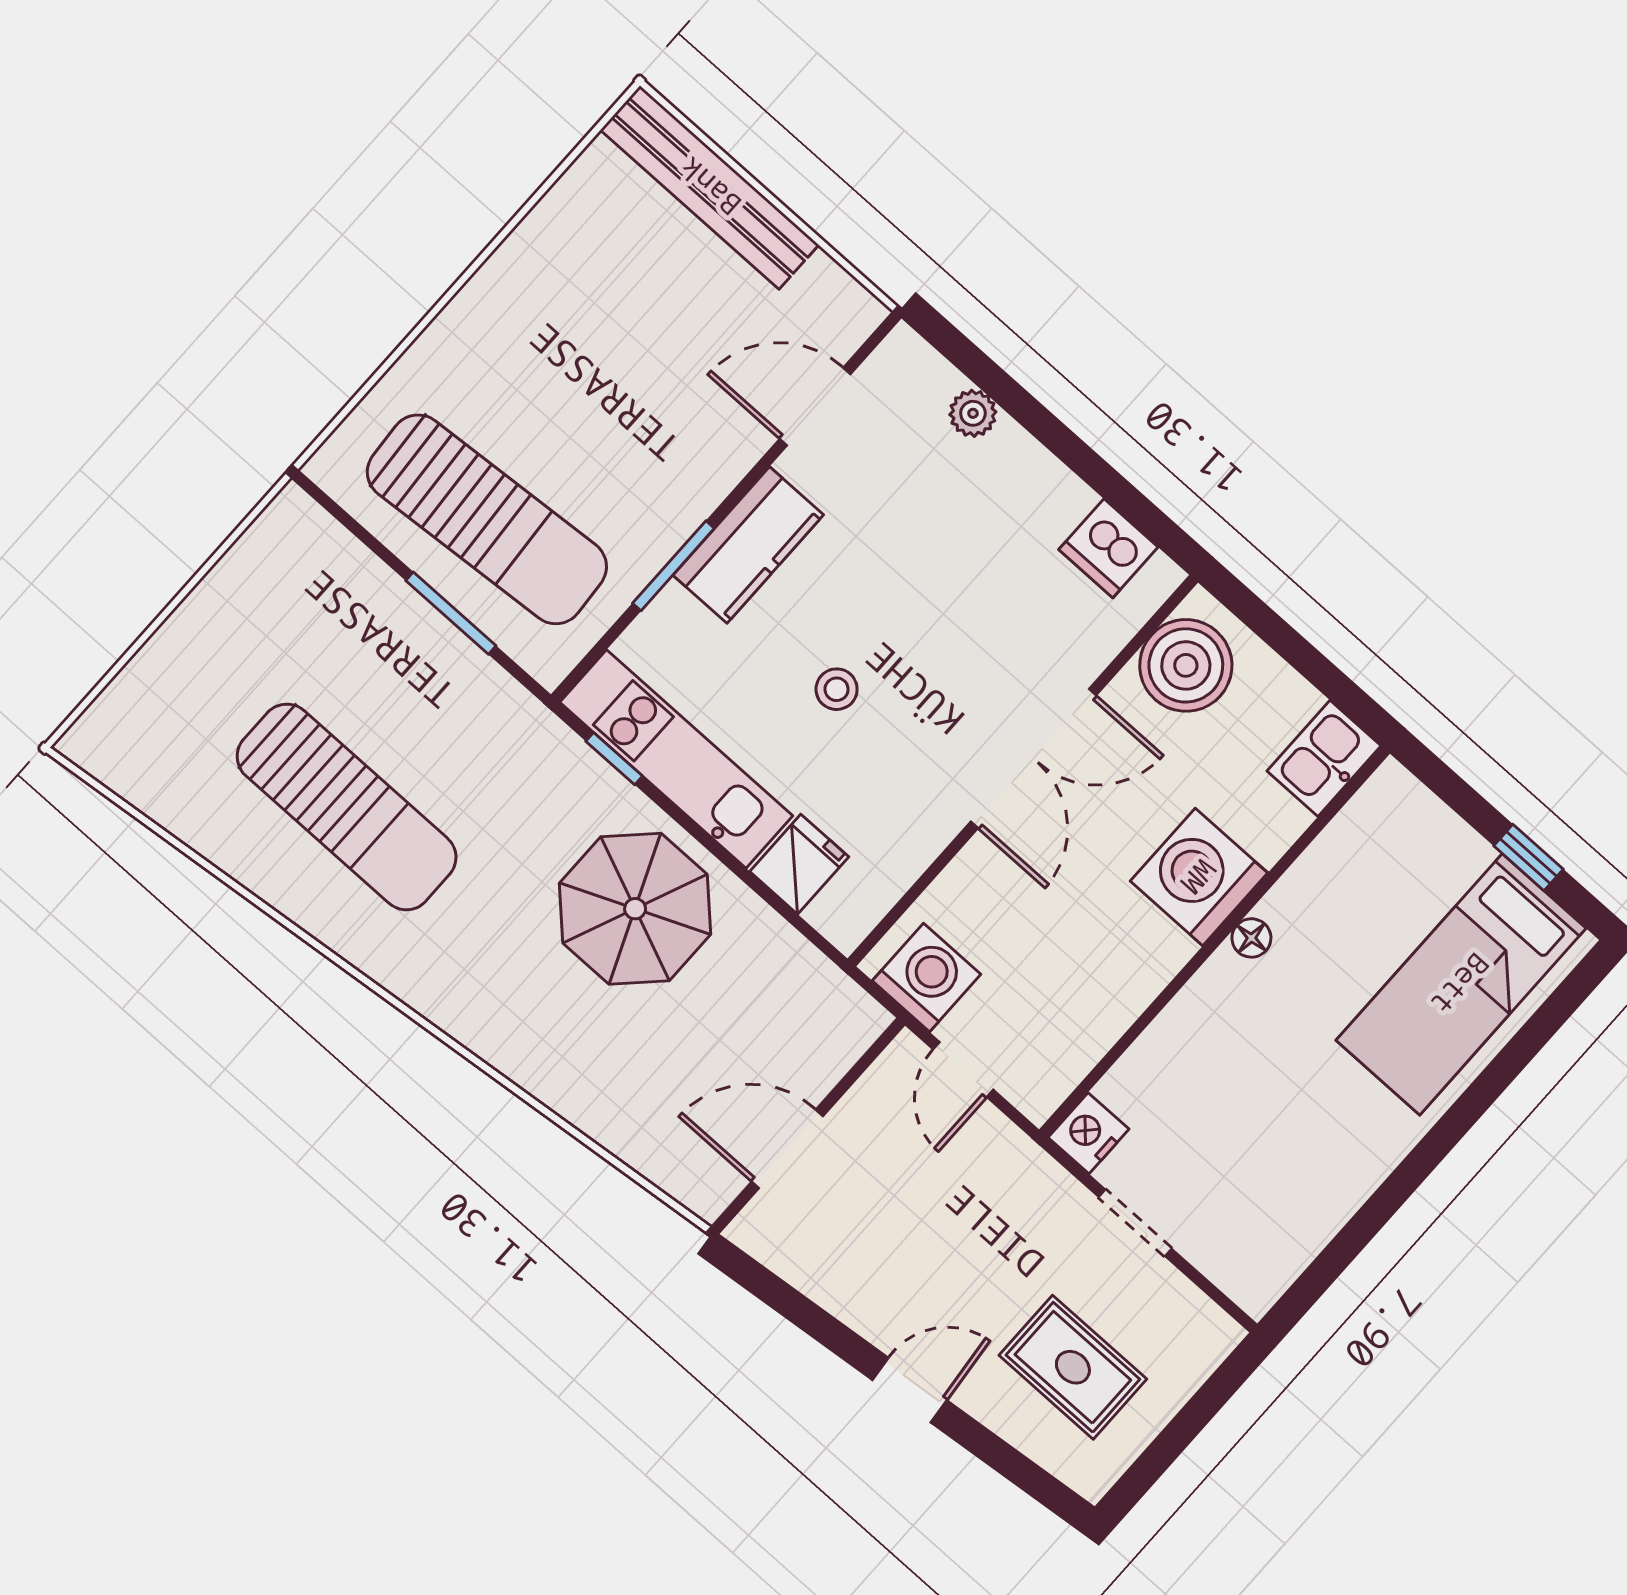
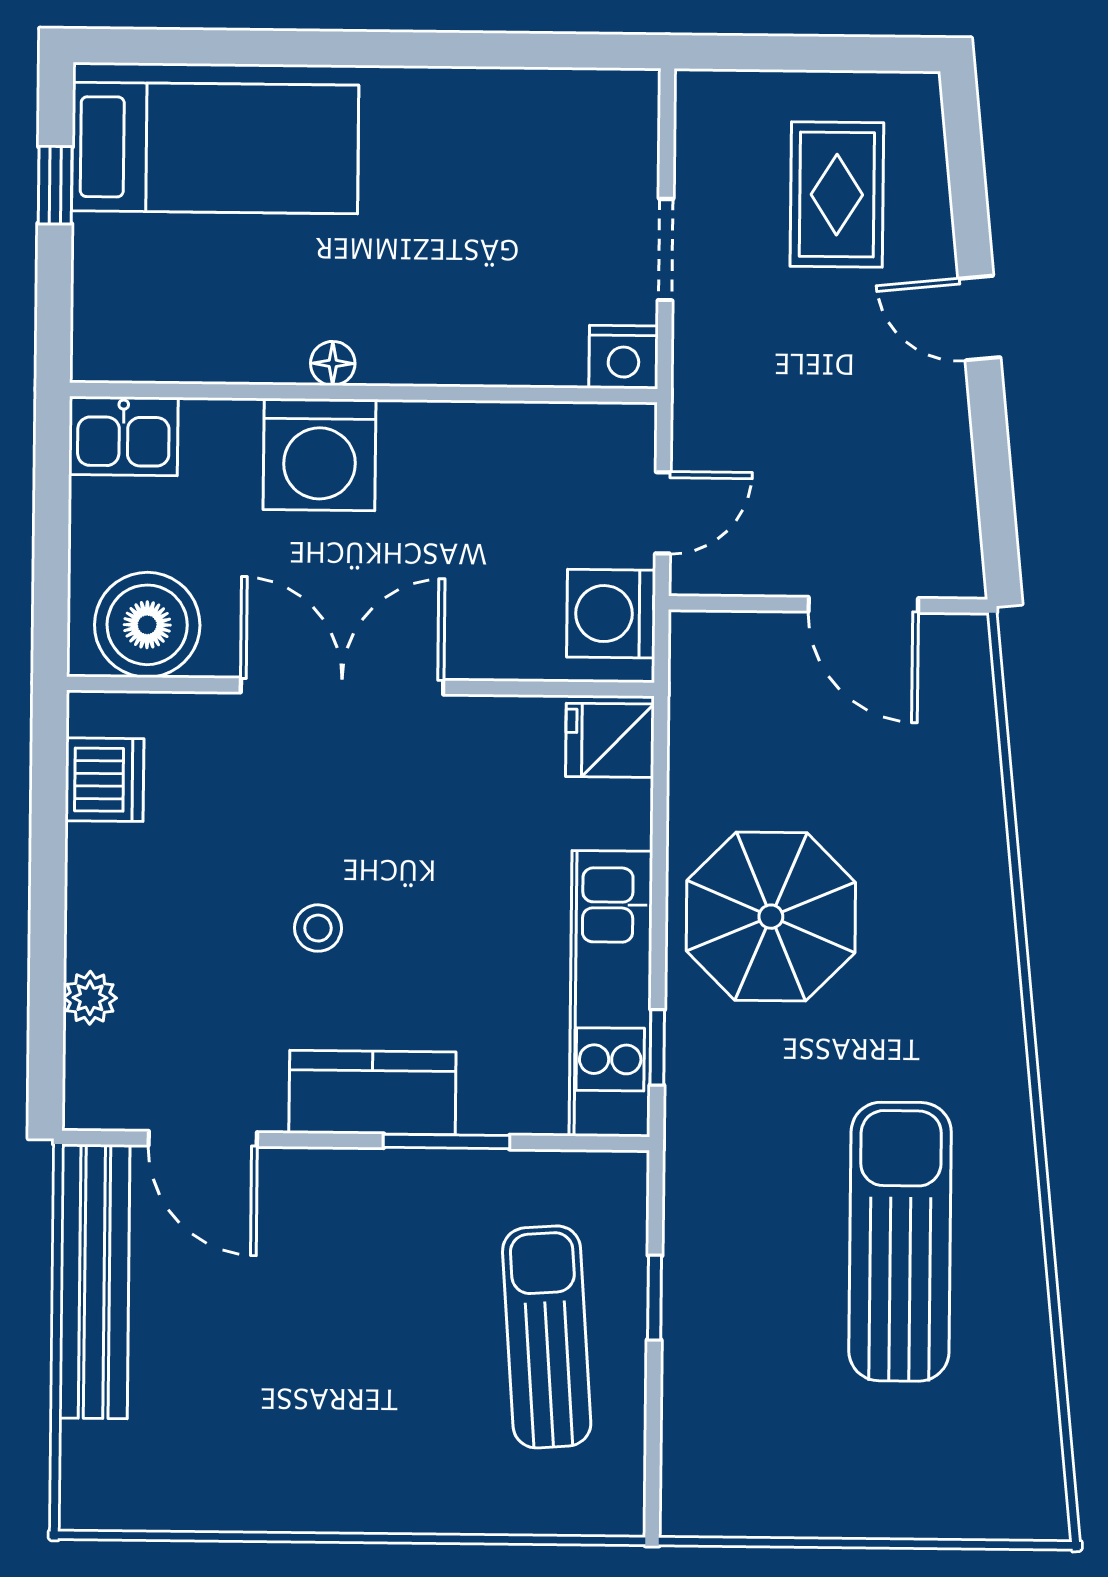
bench: (710, 187) -> (94, 1282), moved
sun lounger: (487, 519) -> (547, 1337), width x0.73, depth x0.75
window: (451, 613) -> (655, 1298), width x0.67
stool: (837, 689) -> (318, 928), moved
fridge: (799, 864) -> (610, 740), moved

